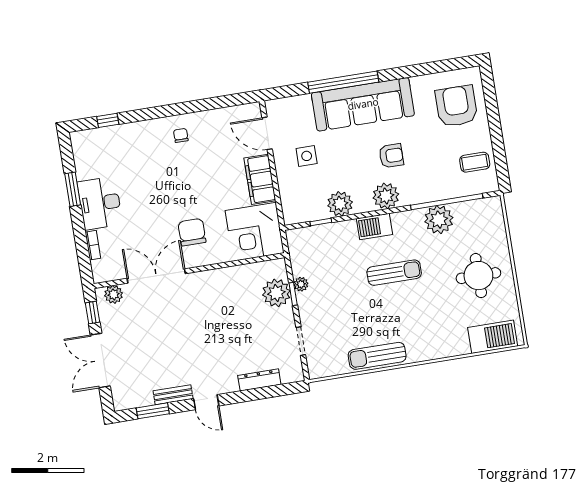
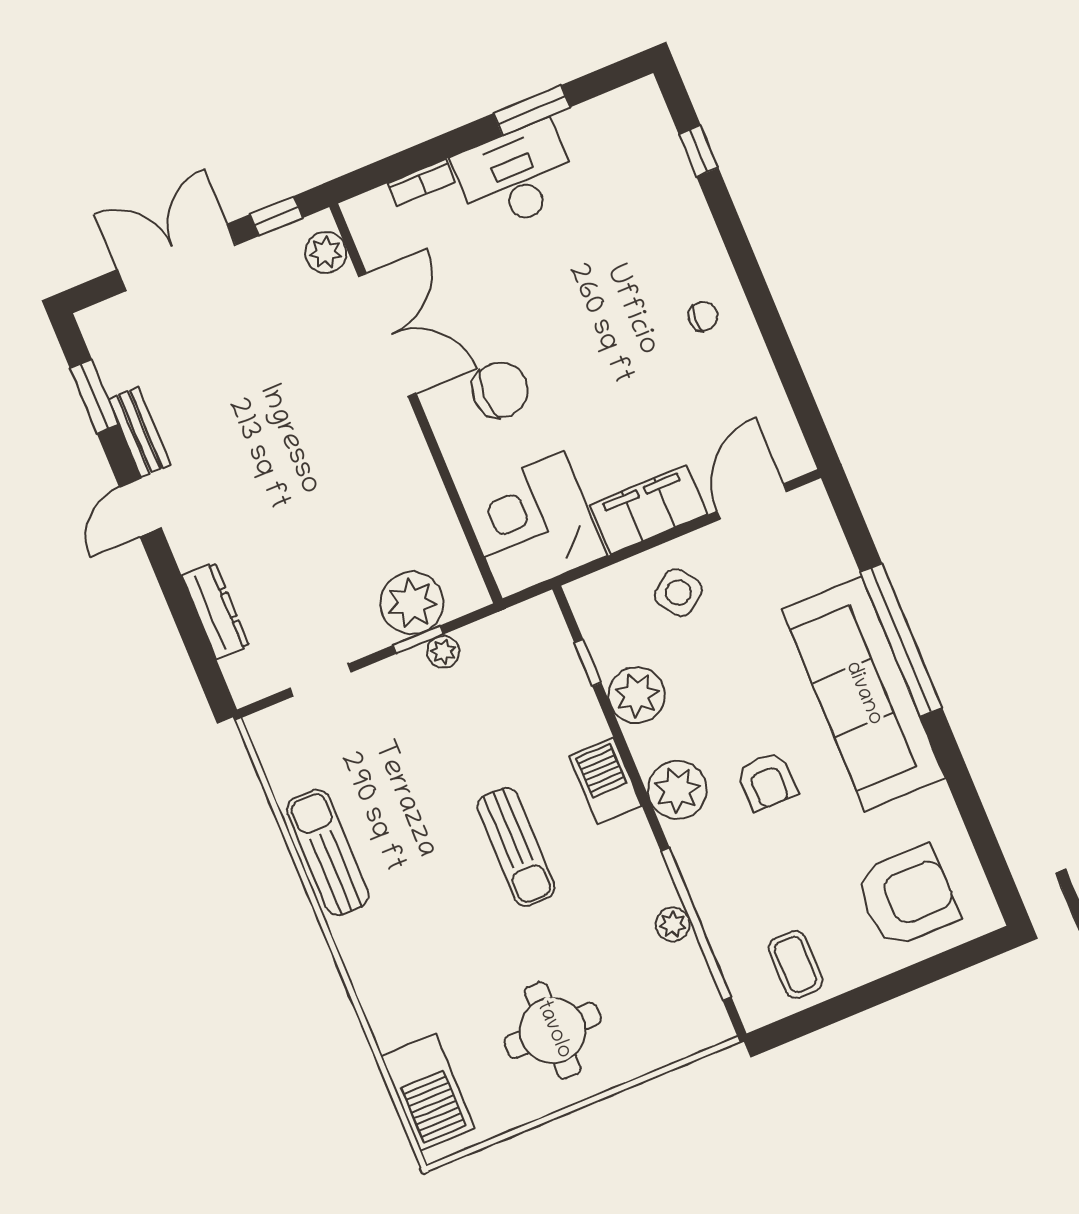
side table: (307, 156) -> (678, 592), moved, turned -37
plant: (439, 220) -> (673, 924), width x0.53, depth x0.53

